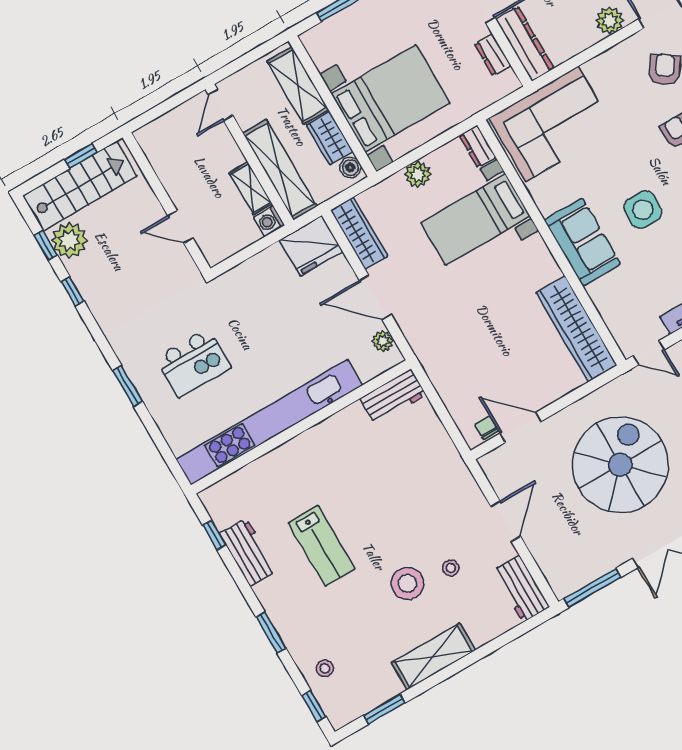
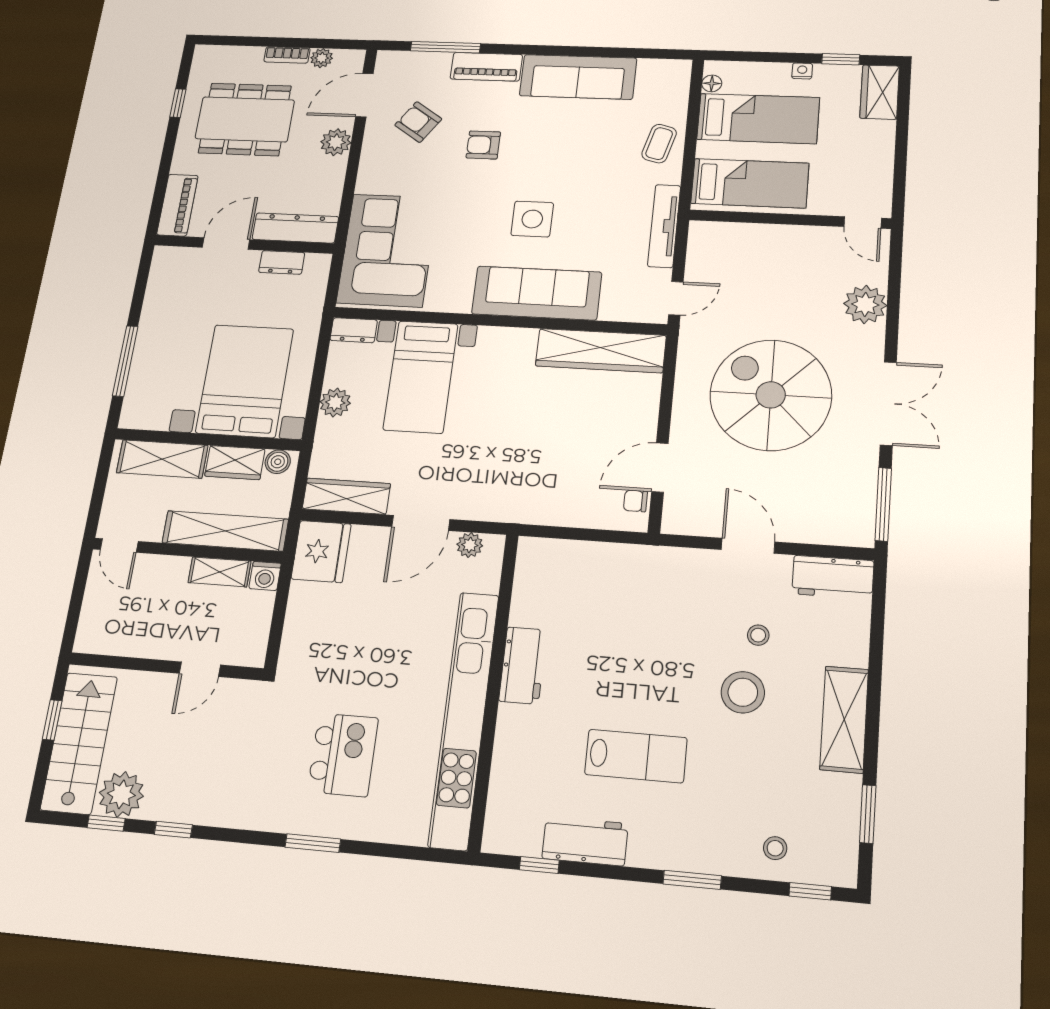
sofa: (582, 242) -> (537, 293), width x1.36
workbench: (393, 397) -> (523, 665), moved

